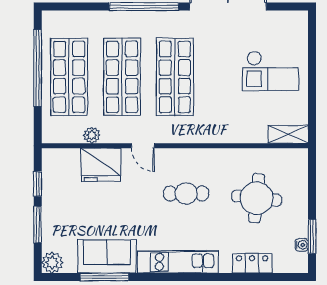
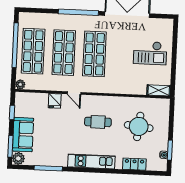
plant: (92, 135) -> (20, 84), moved
fridge: (101, 165) -> (55, 101), width x0.53, depth x0.75
window: (38, 224) -> (10, 146), moved
sofa: (107, 256) -> (23, 135), moved, turned 90

